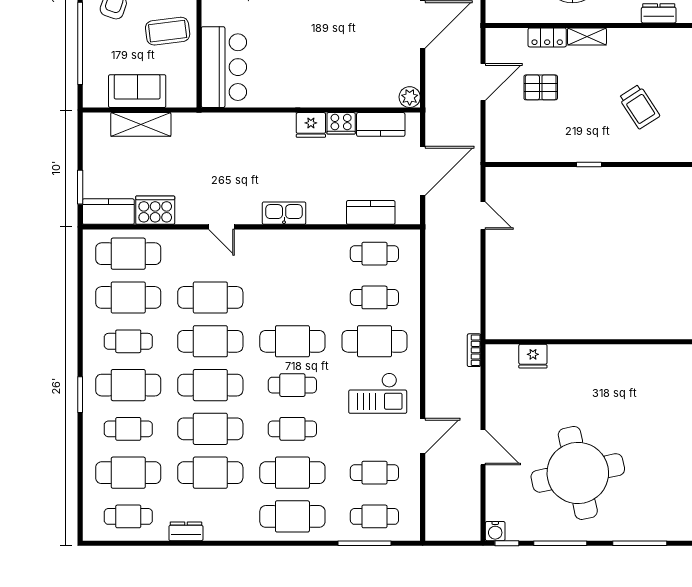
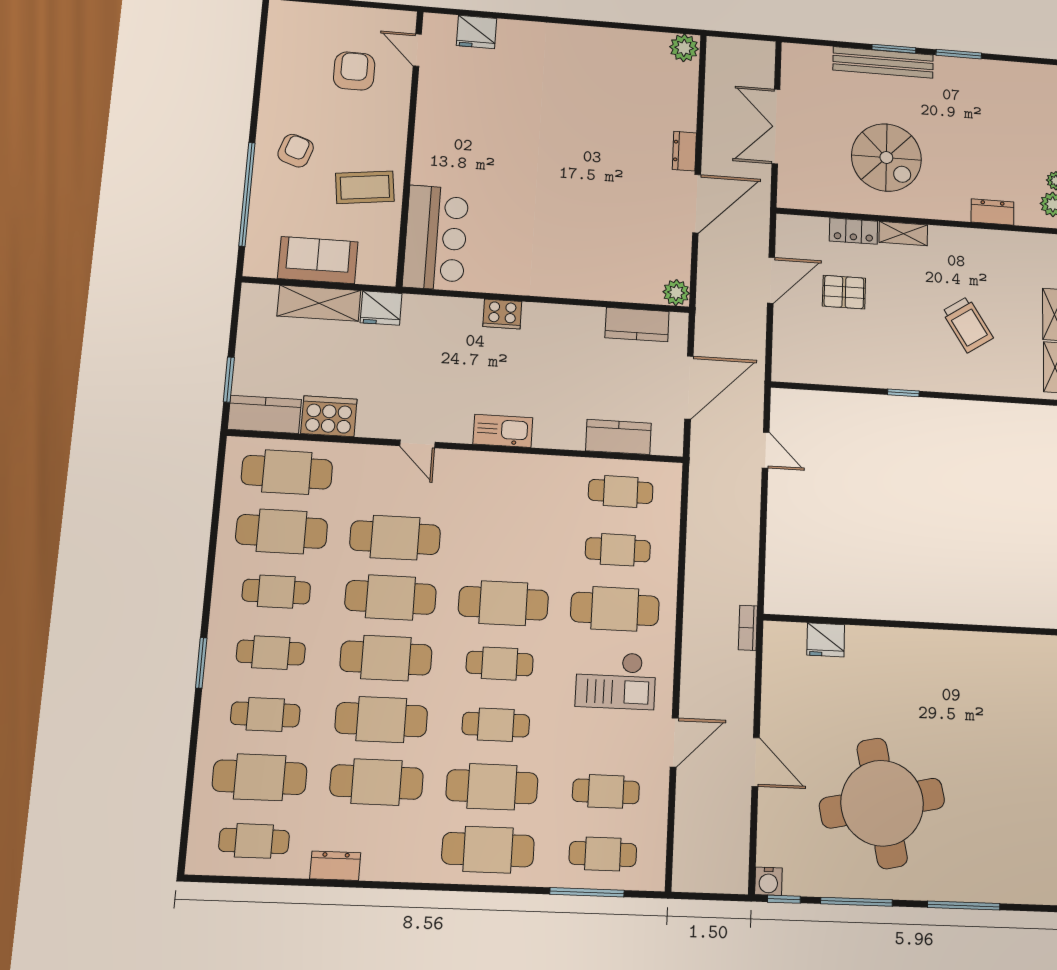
cooker: (341, 123) -> (502, 314), moved
fridge: (311, 125) -> (381, 308), moved
cafe table: (128, 385) -> (271, 653), width x0.73, depth x0.74

